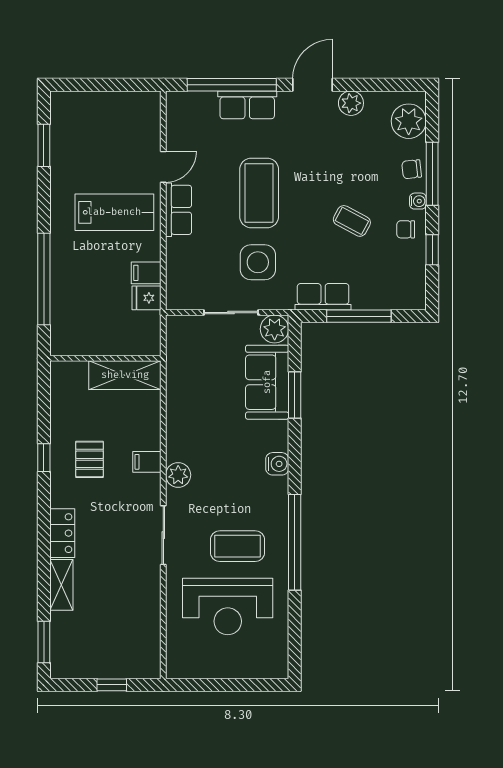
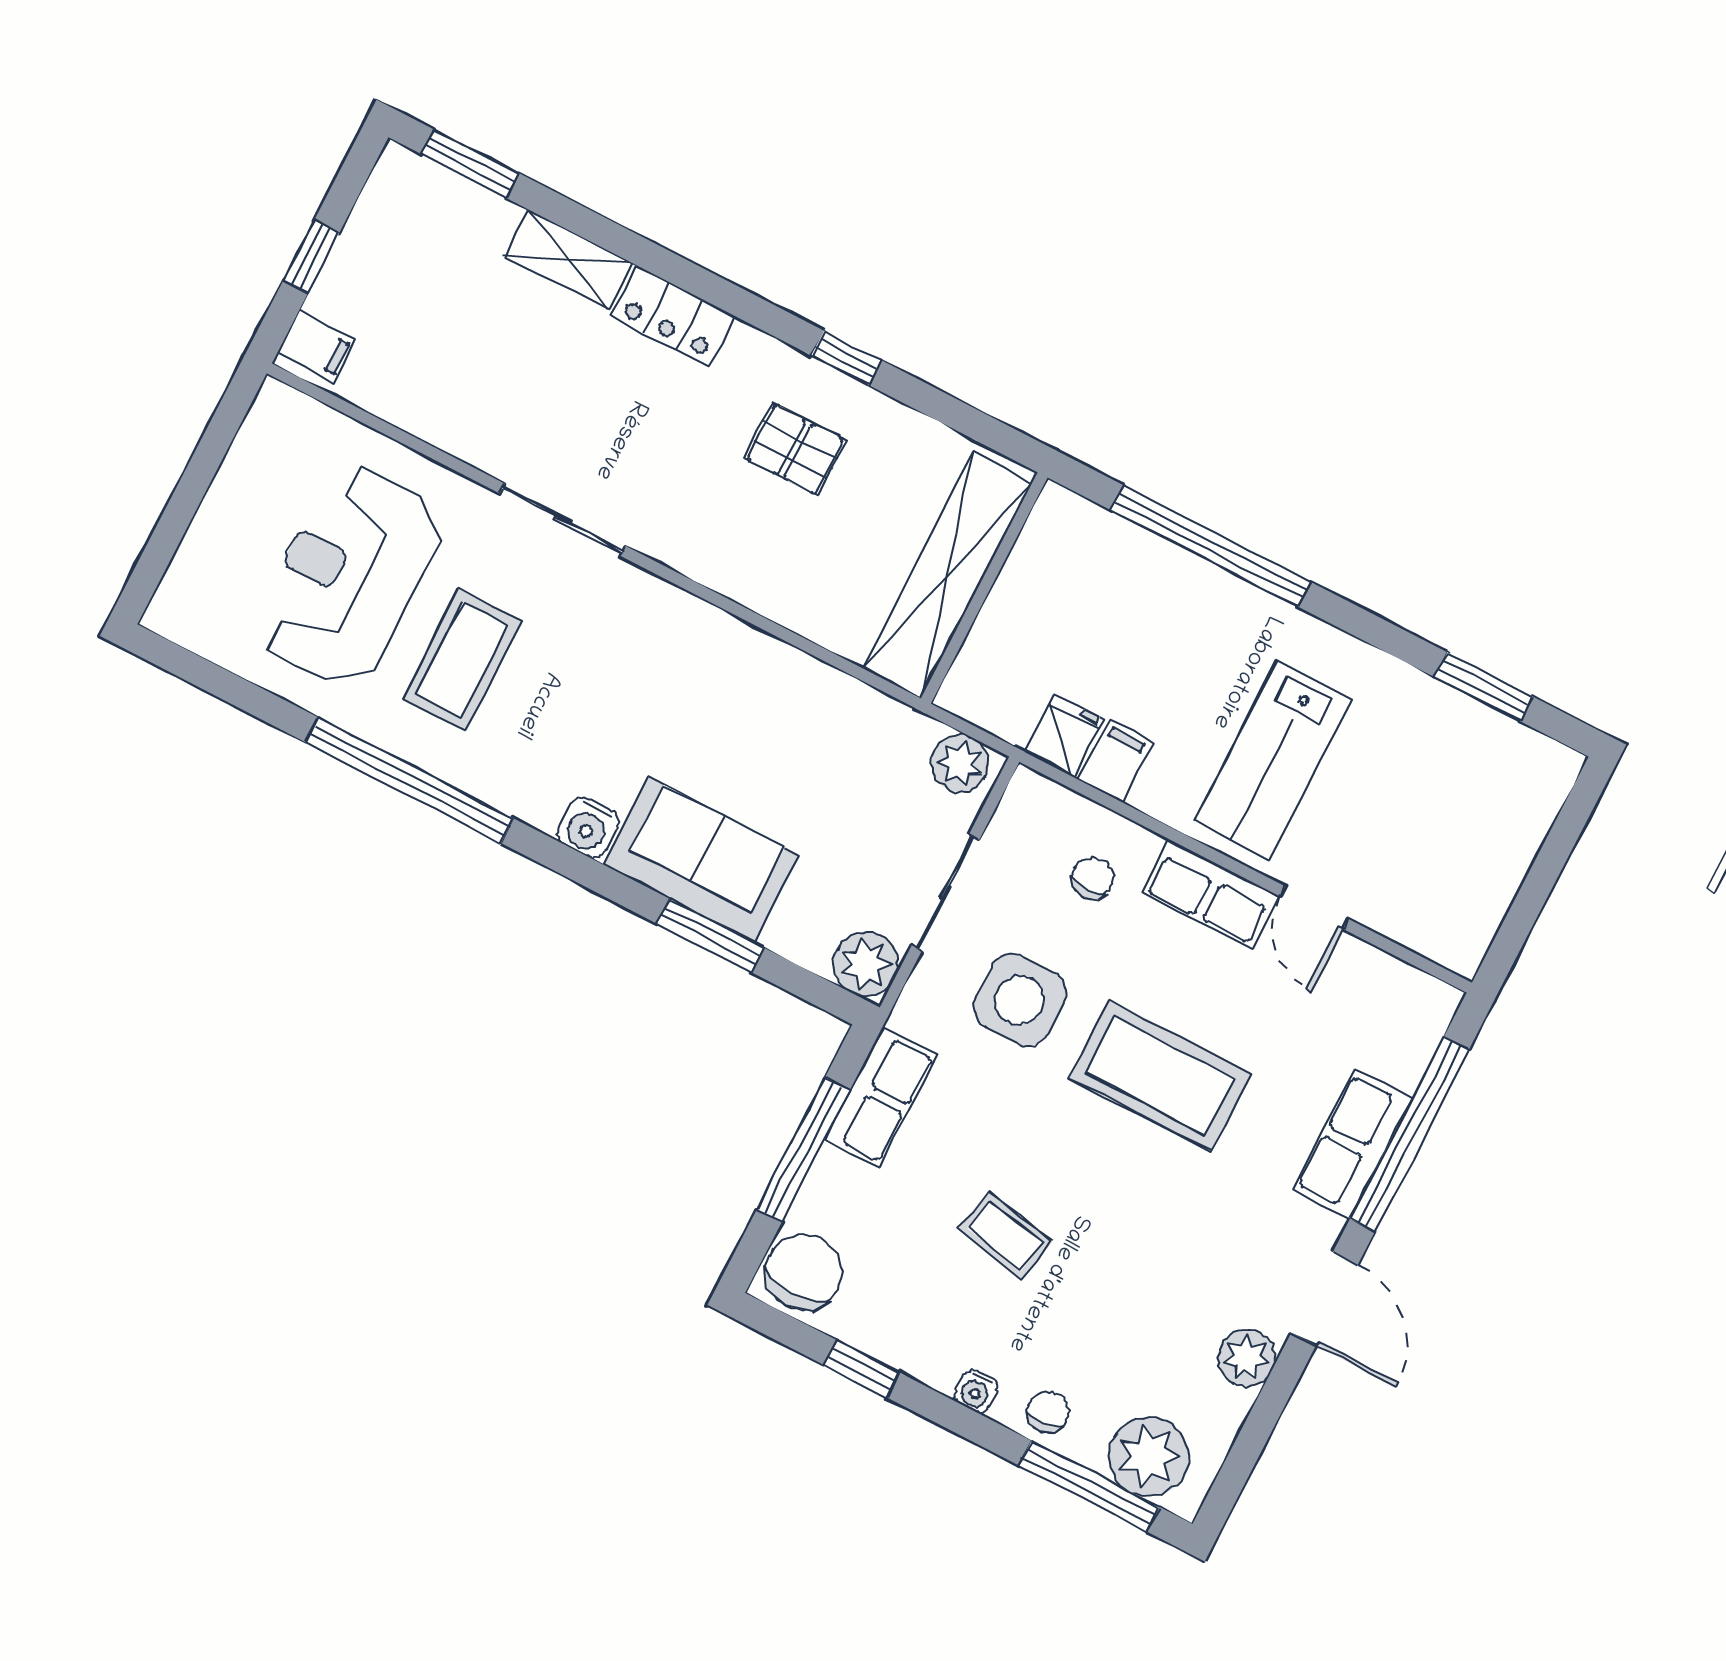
window: (432, 174) -> (1089, 1486), moved
coffee table: (352, 221) -> (1005, 1236), turned 73
chair: (406, 229) -> (804, 1272), moved, width x1.87, depth x1.87
chair: (196, 258) -> (1093, 878), added
shelving: (125, 375) -> (947, 576), width x1.47
sofa: (267, 382) -> (702, 860), moved
filing cabinet: (147, 462) -> (317, 347), moved, turned 90
plant: (178, 475) -> (960, 763), moved

